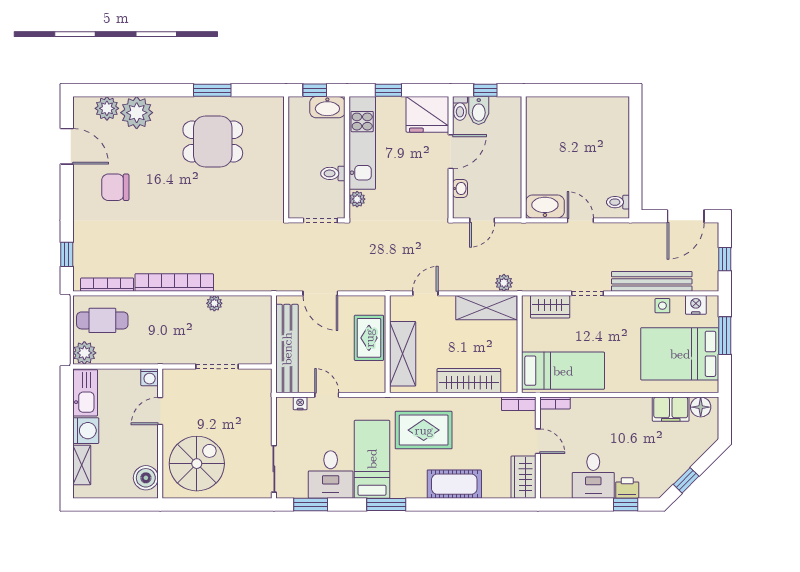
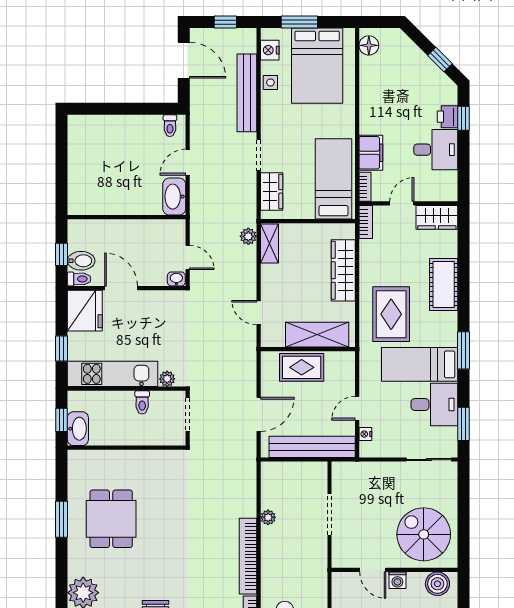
washbasin: (327, 107) -> (78, 429), moved
washbasin: (460, 189) -> (176, 279), moved
shelving: (486, 308) -> (269, 243), width x0.67, depth x0.75
washing machine: (150, 377) -> (397, 580), moved, turned 90
filing cabinet: (671, 409) -> (371, 153), moved

